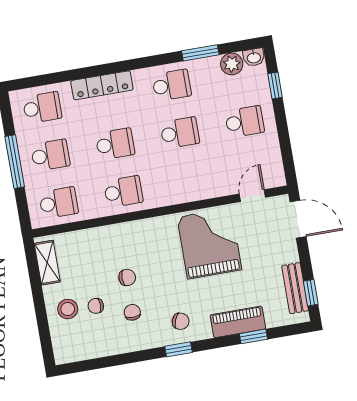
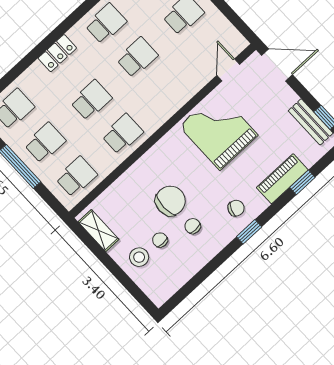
locker: (102, 85) -> (57, 53), width x0.66
chair: (127, 277) -> (170, 201), width x1.87, depth x1.87
chair: (96, 306) -> (160, 240), turned 90

